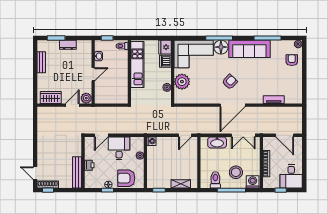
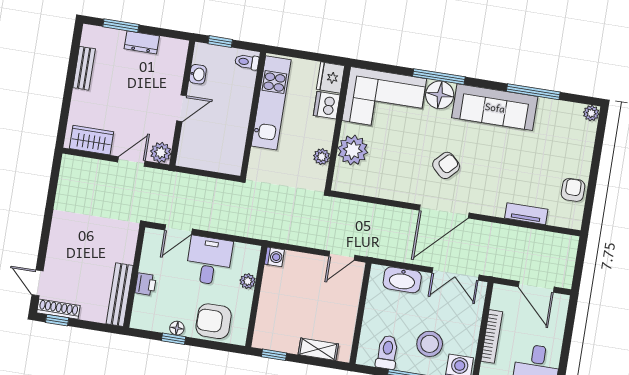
armchair: (292, 60) -> (573, 190), moved

